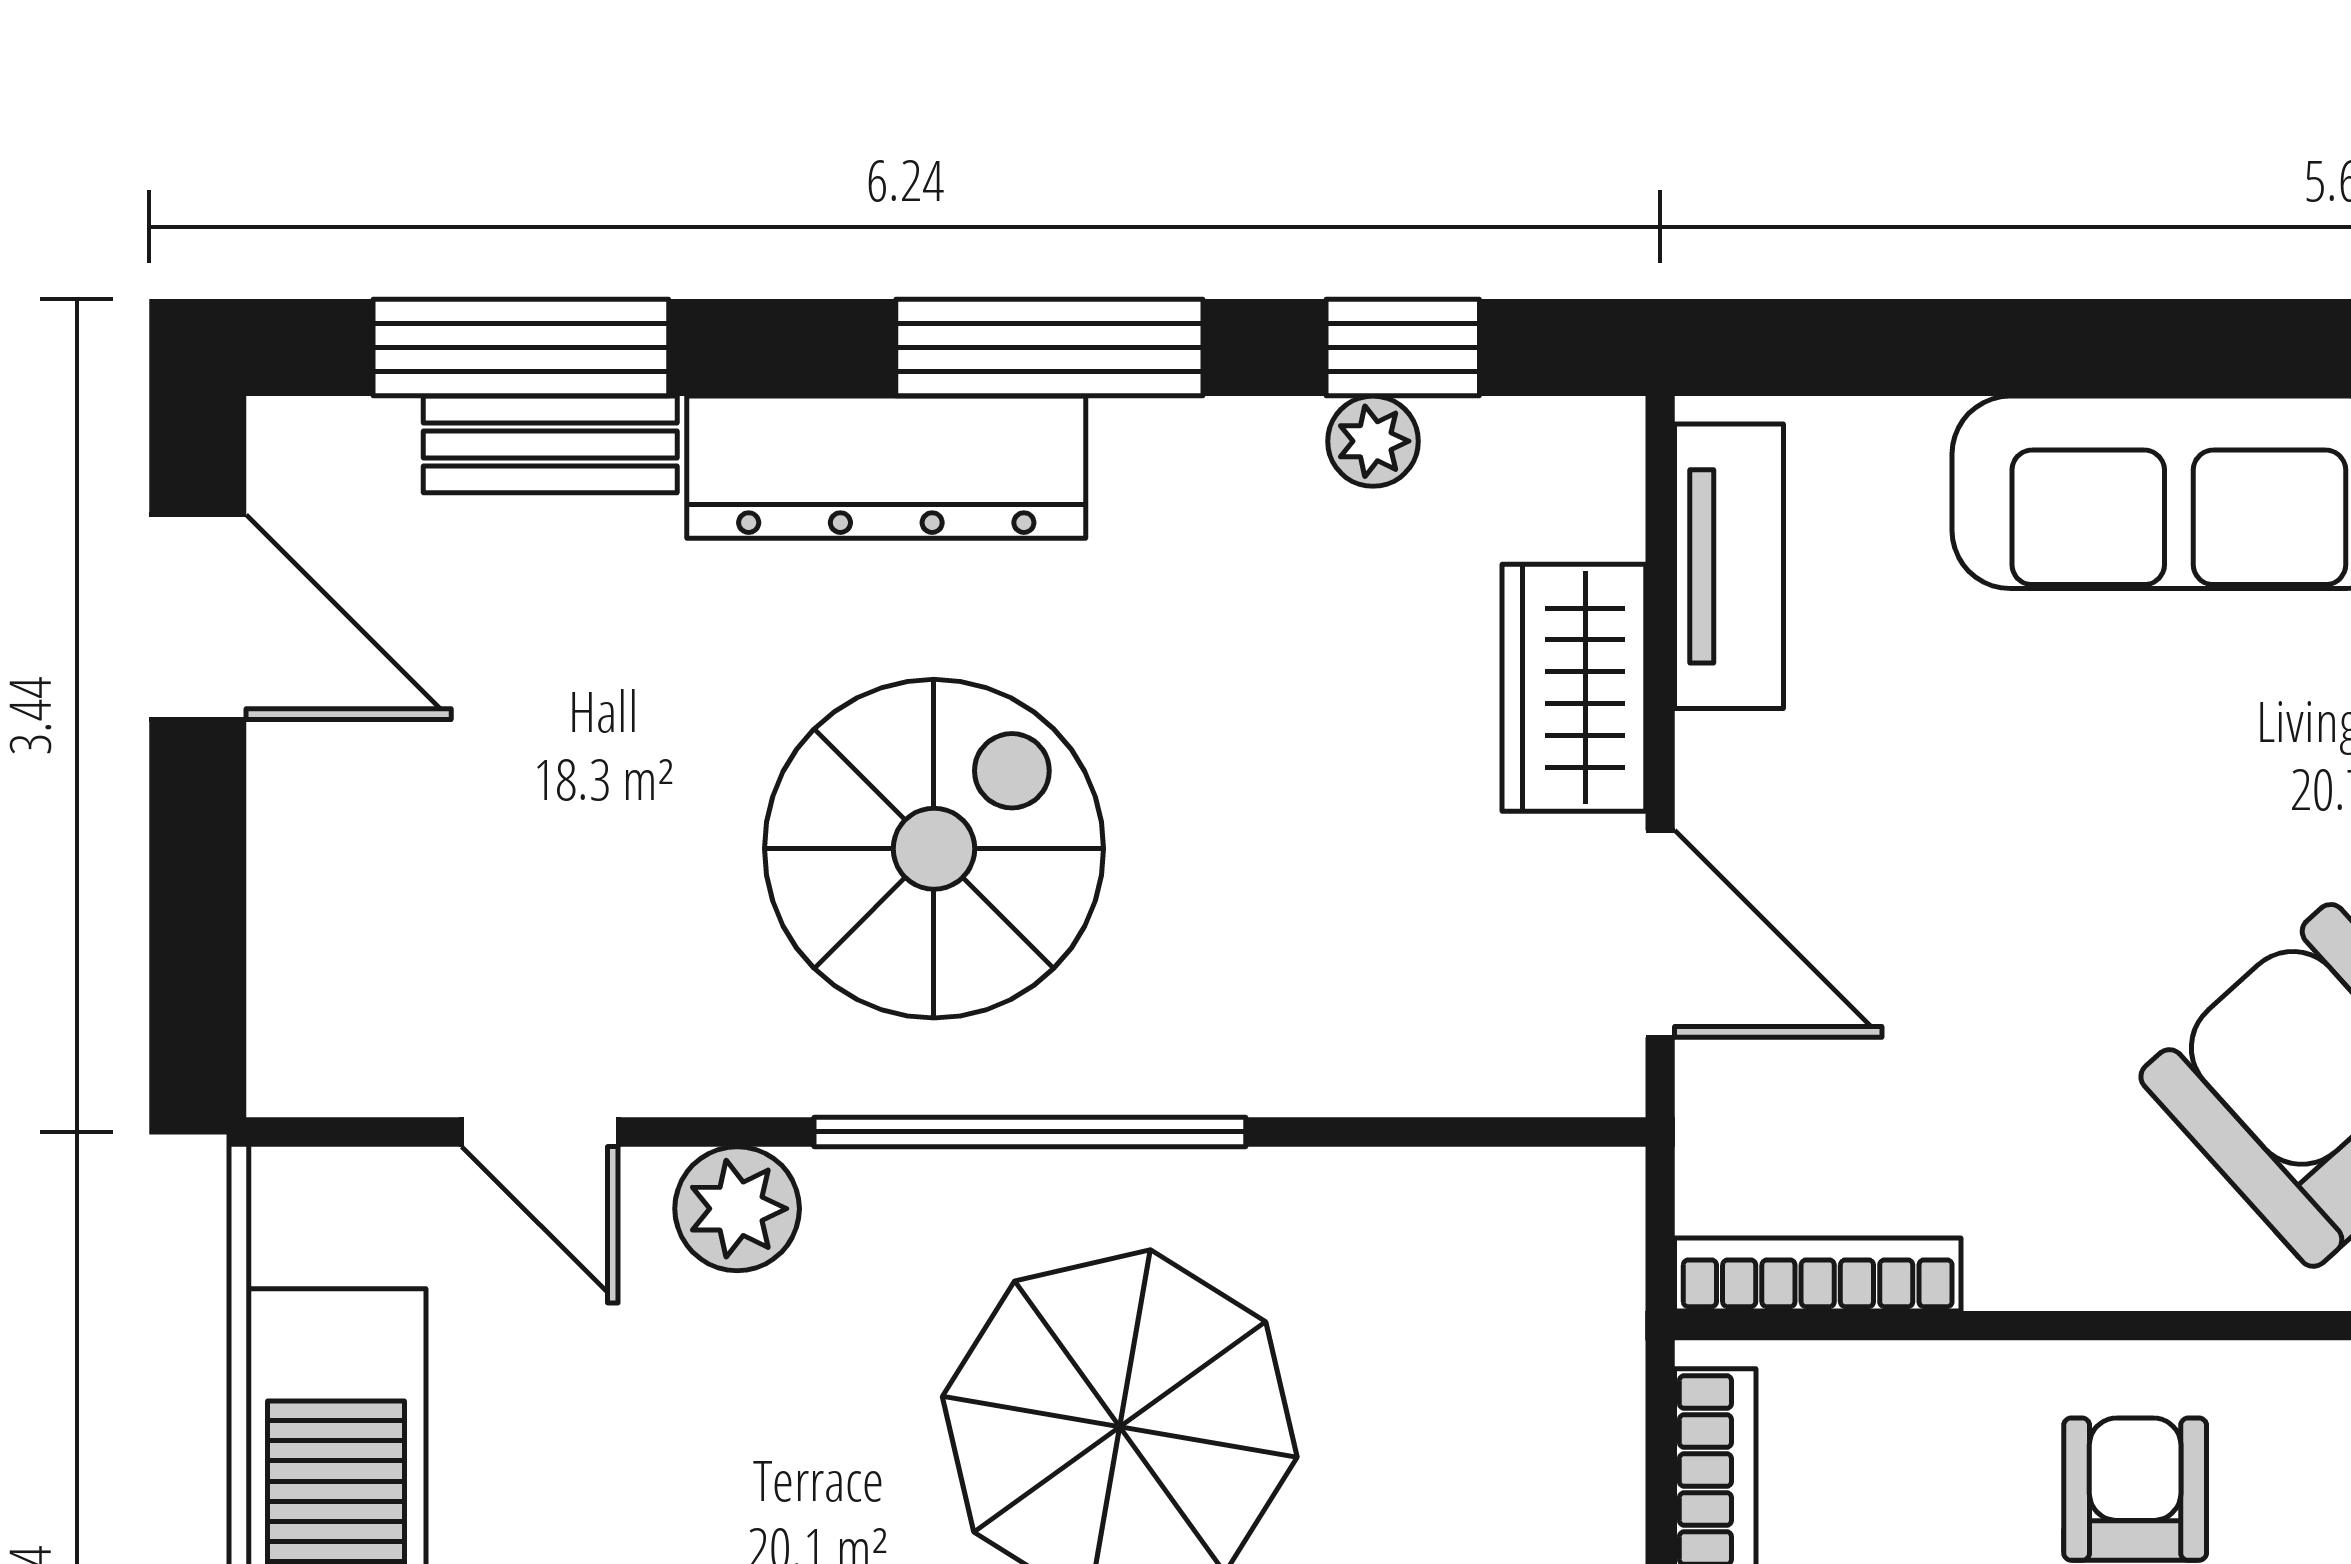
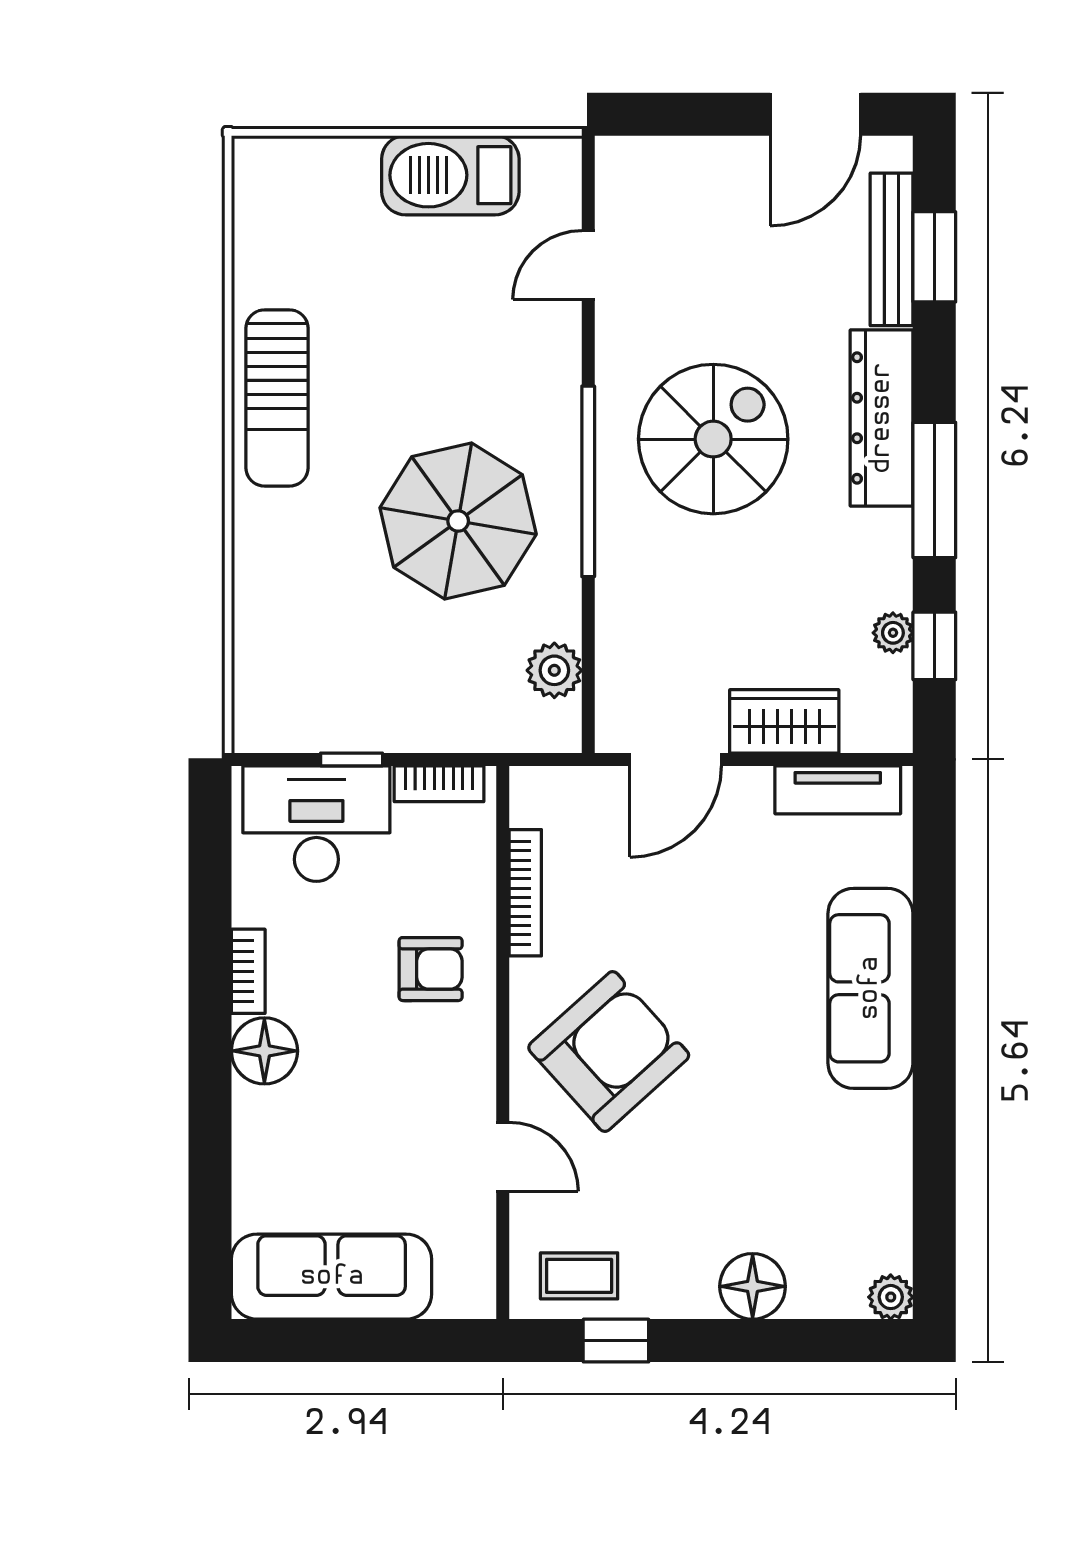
window: (521, 348) -> (934, 257), width x0.69
bench: (550, 444) -> (892, 249), width x1.36
spiral stairs: (934, 849) -> (713, 439), turned -90
plant: (737, 1209) -> (554, 670), moved
bookcase: (1818, 1275) -> (525, 893), moved

